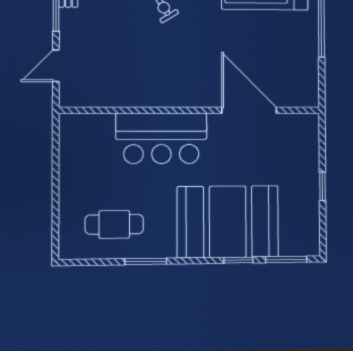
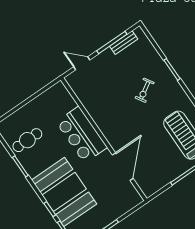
cafe table: (114, 224) -> (27, 140), turned 90

